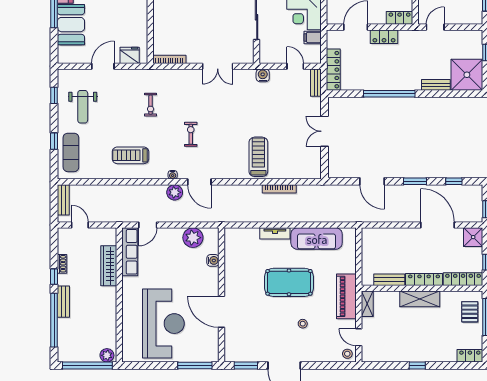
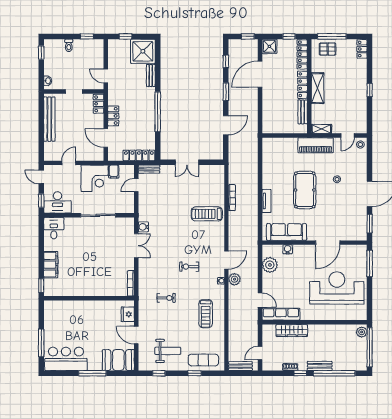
booth: (71, 25) -> (118, 360), moved
water cooler: (263, 75) -> (143, 227), moved
sofa: (317, 239) -> (286, 232), moved, turned -90

